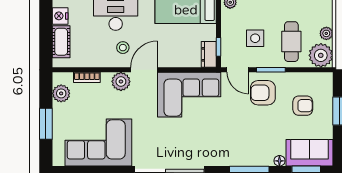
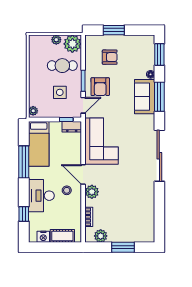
armchair: (303, 106) -> (110, 57), turned 90
corner sofa: (98, 142) -> (137, 208), removed
sofa: (309, 153) -> (145, 97), moved

